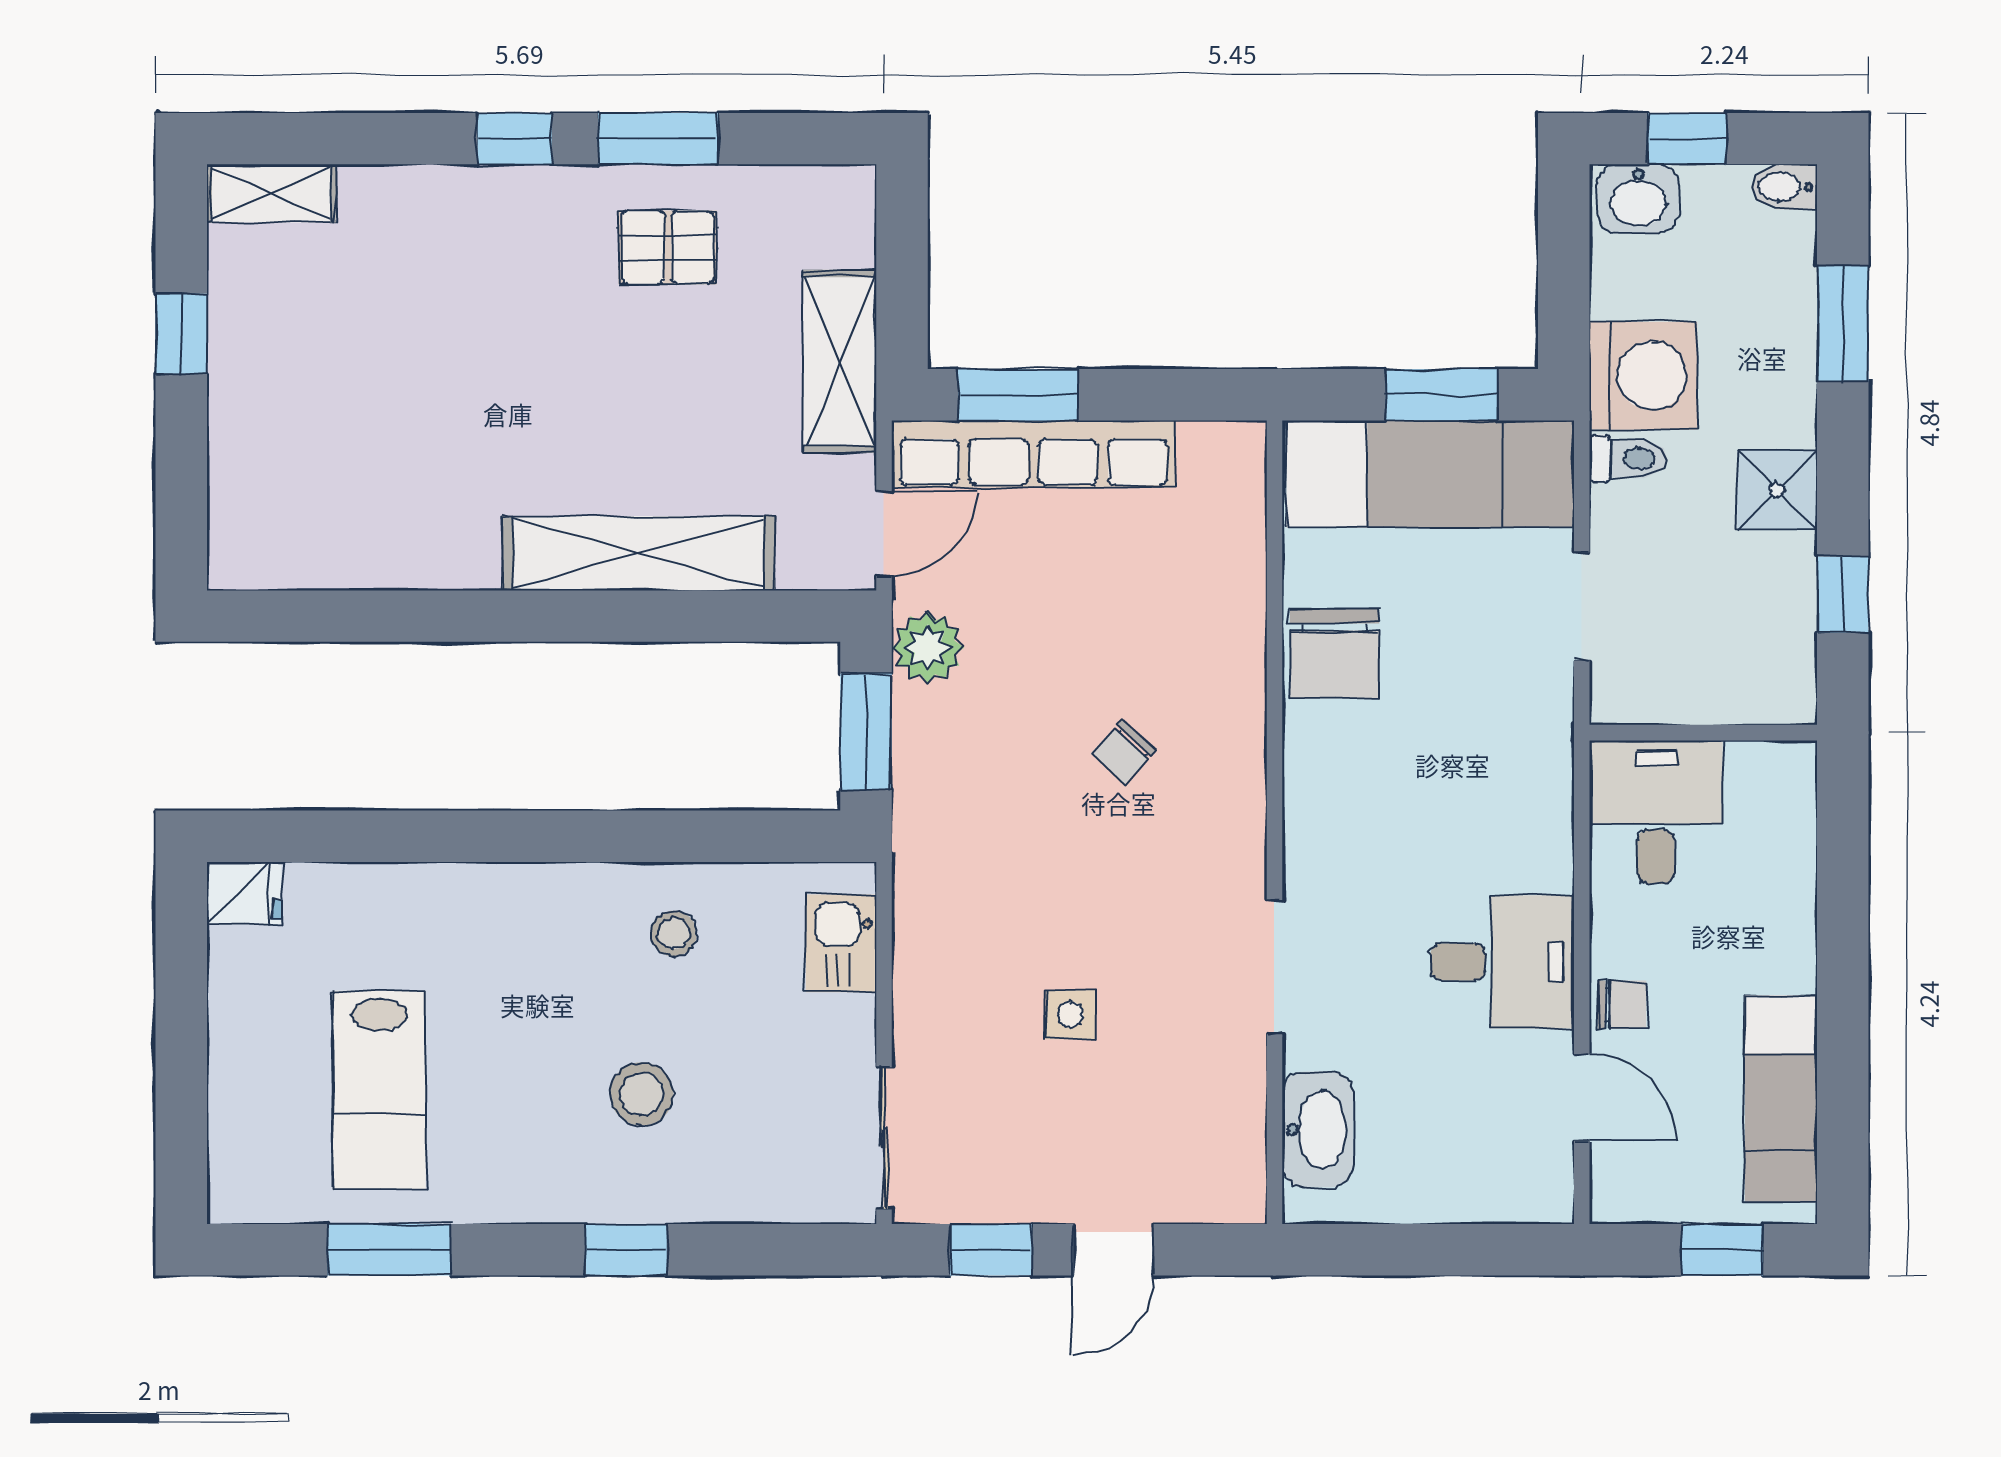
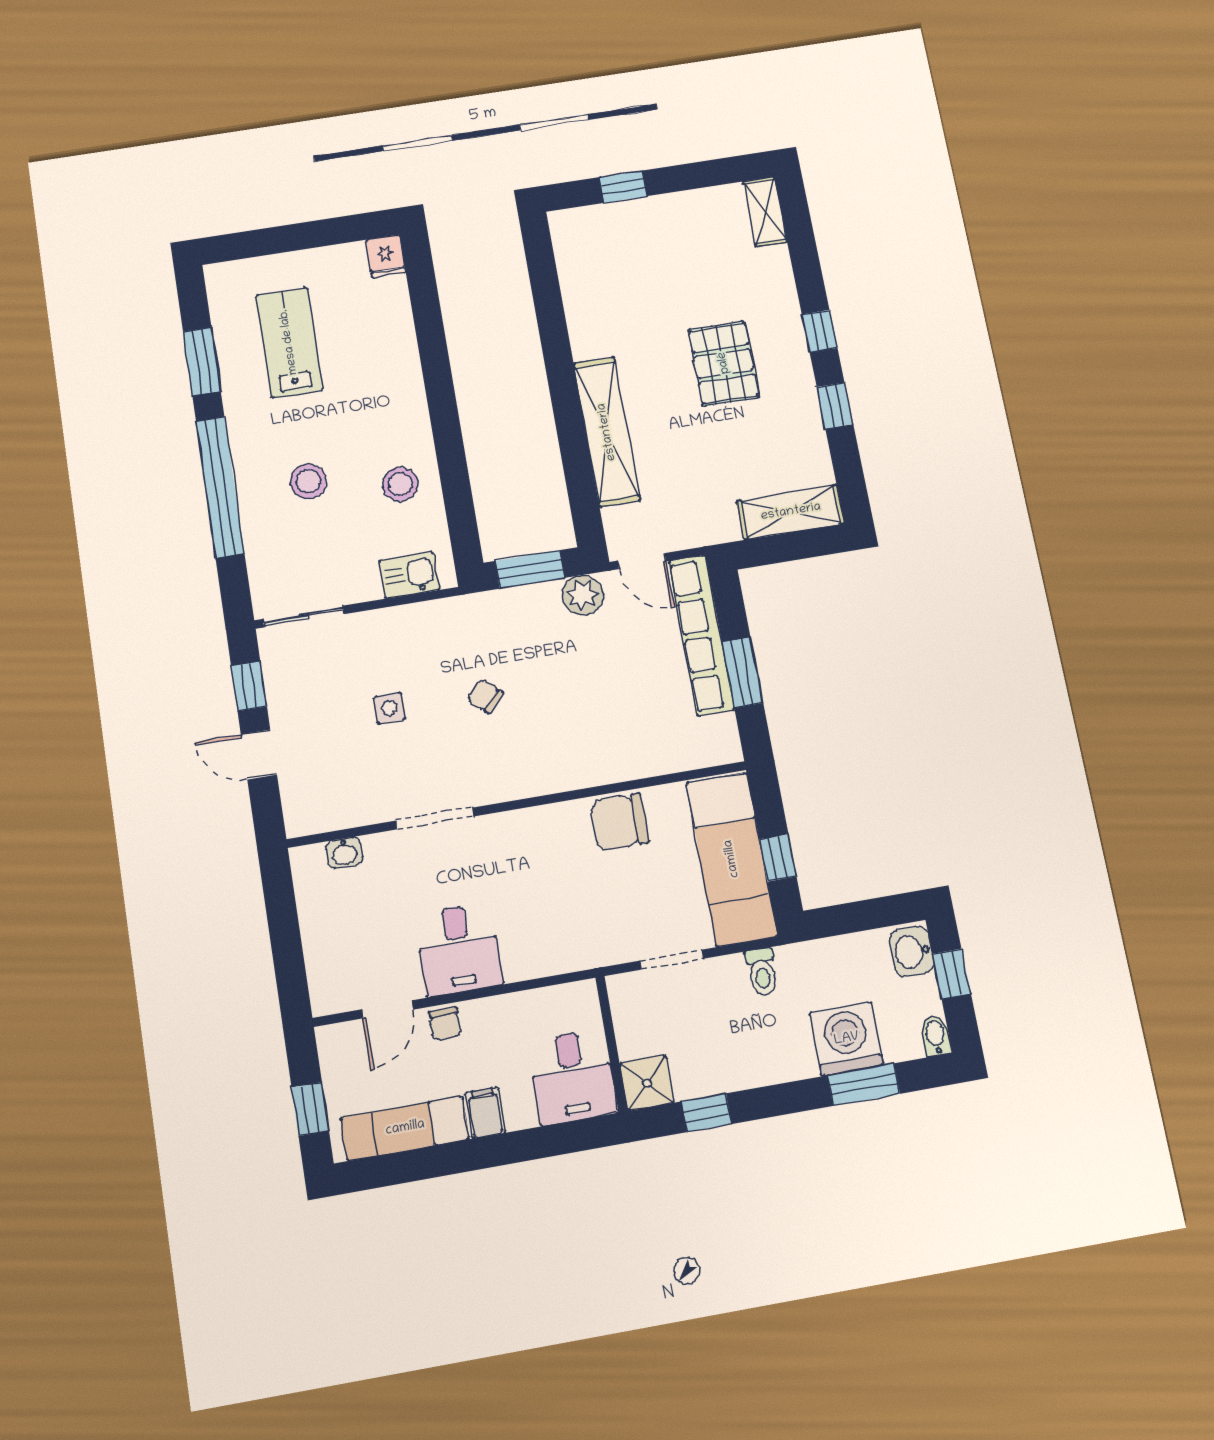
window: (658, 139) -> (835, 406), width x0.67
pallet: (668, 247) -> (724, 363), moved, width x1.50, depth x1.42
window: (181, 334) -> (623, 187), moved
shelving: (840, 361) -> (791, 512), moved
washing machine: (1643, 376) -> (847, 1039), moved, turned 180
window: (1018, 395) -> (742, 672), moved
window: (1441, 395) -> (778, 858), width x0.67
shower: (1777, 490) -> (647, 1083), moved
chair: (1123, 752) -> (485, 696), moved
desk: (1656, 812) -> (573, 1077), moved, turned 90
stool: (674, 934) -> (400, 484), width x1.37, depth x1.37
filing cabinet: (1779, 962) -> (485, 1113), added
lab bench: (379, 1090) -> (289, 342), turned 90
washbasin: (1317, 1129) -> (344, 853), width x0.52, depth x0.69
window: (626, 1250) -> (220, 487), width x3.17

